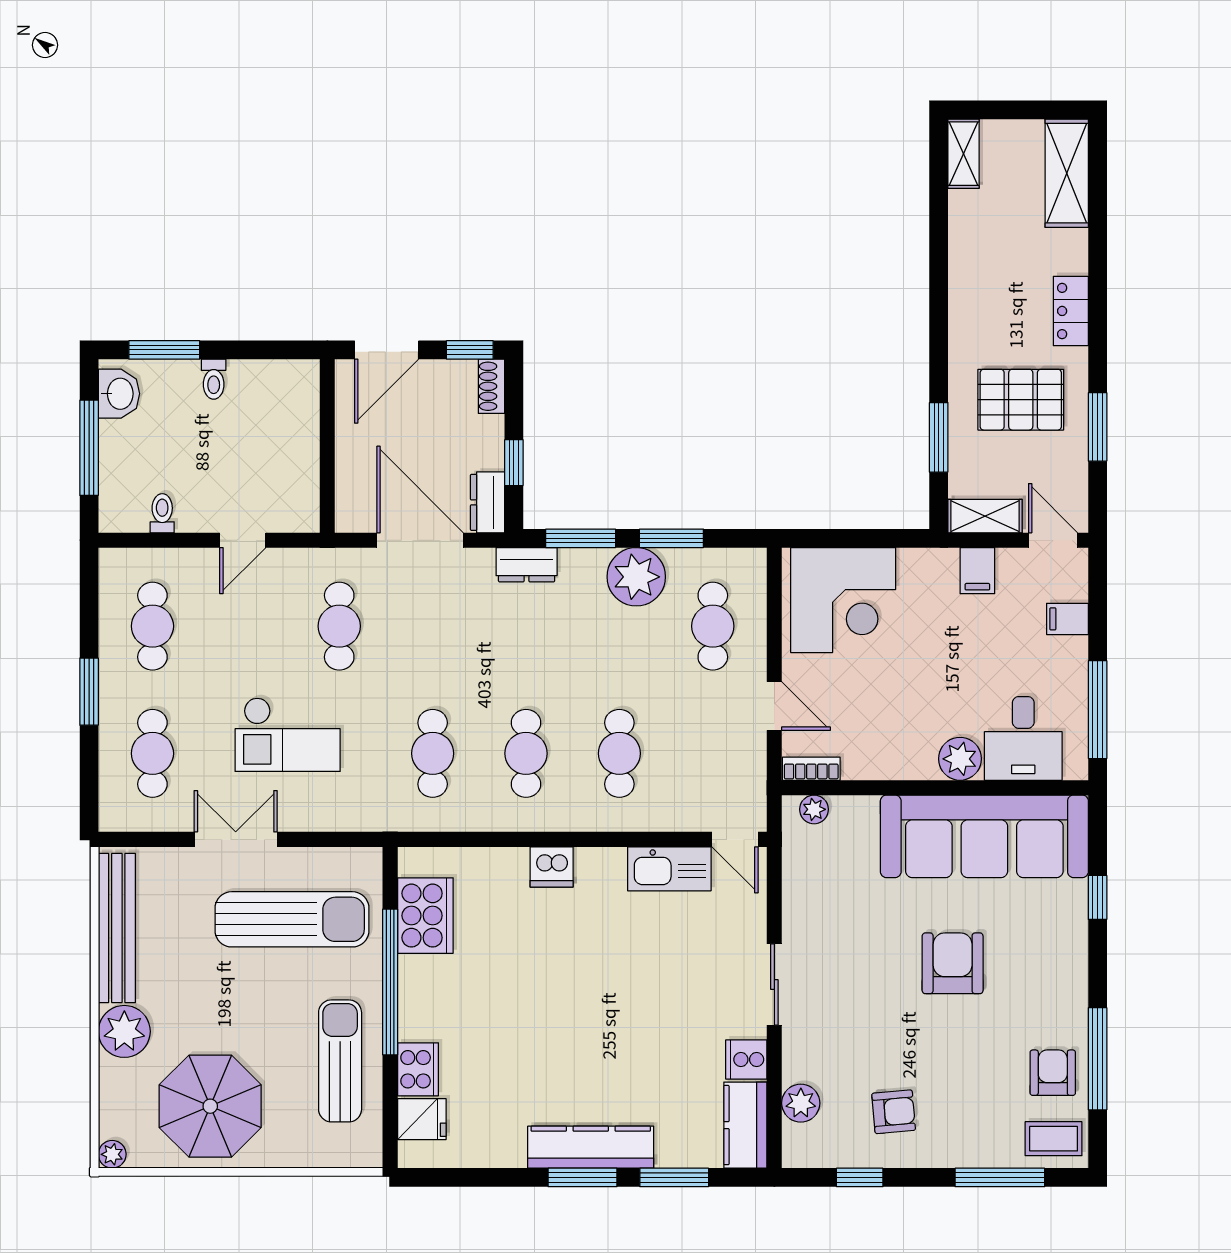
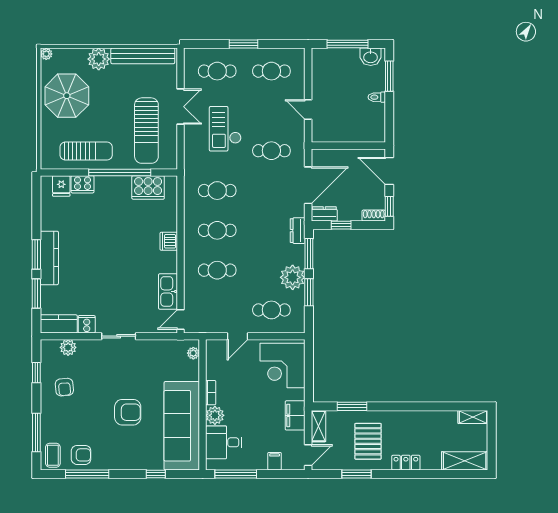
toilet: (162, 513) -> (320, 75), removed
filing cabinet: (977, 571) -> (295, 415), width x2.00
bookcase: (811, 769) -> (211, 393), moved

